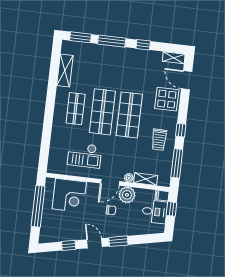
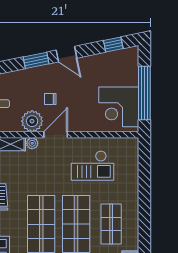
checkout: (85, 155) -> (92, 165), turned 180
corner desk: (69, 195) -> (119, 107), moved, turned -90
window: (69, 245) -> (113, 45), moved

